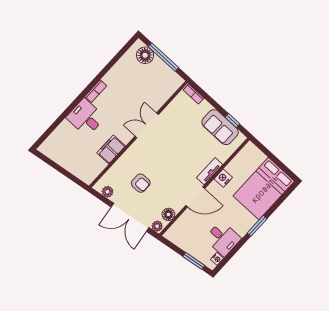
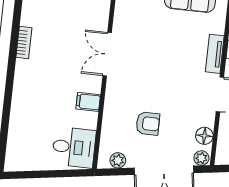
bookcase: (96, 91) -> (24, 43), moved
desk: (86, 117) -> (74, 147), moved, turned 180
filing cabinet: (111, 149) -> (88, 102), width x0.50

